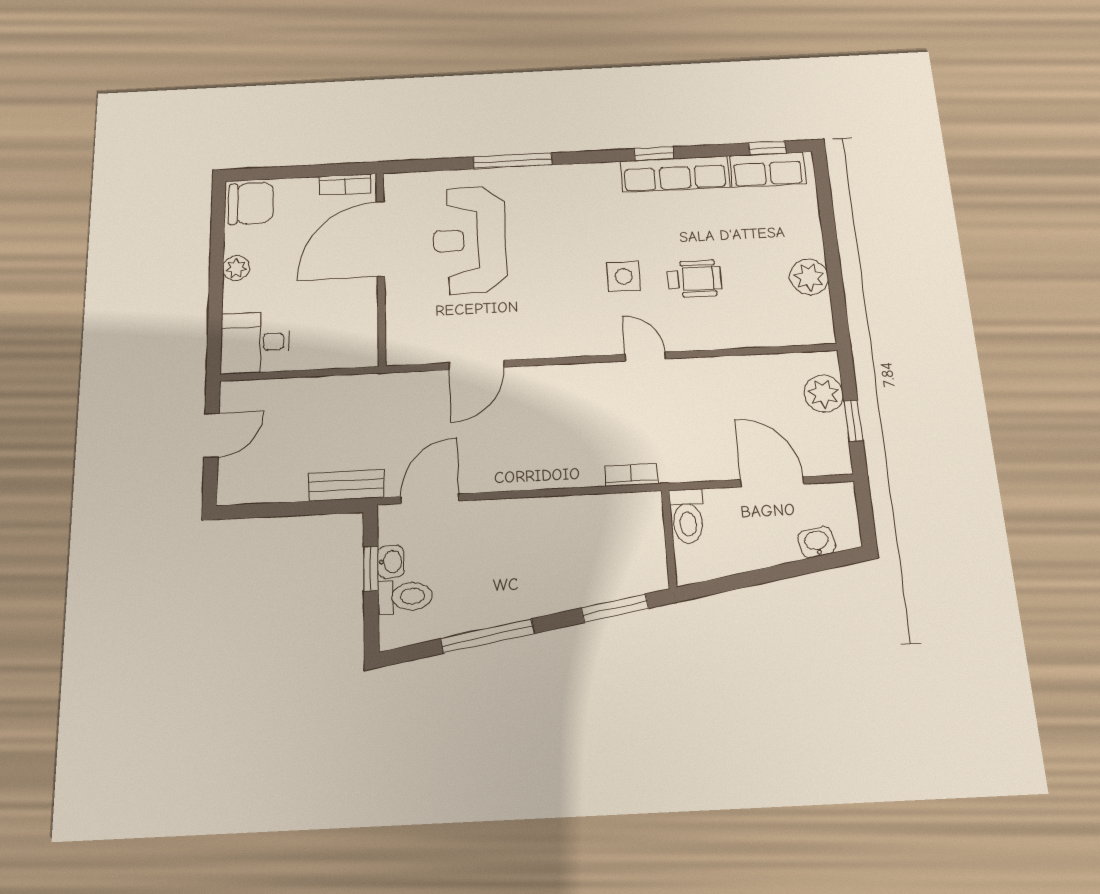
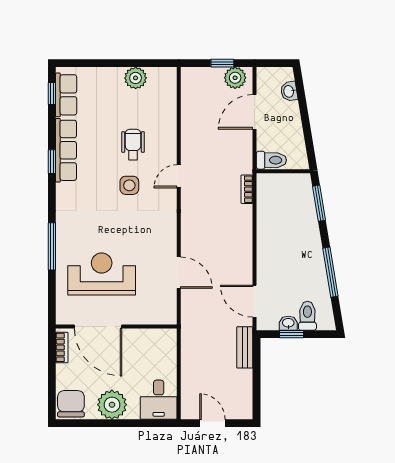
reception desk: (470, 240) -> (102, 274), turned 180
plant: (236, 268) -> (112, 405), width x1.88, depth x1.88
plant: (824, 394) -> (235, 78), moved

